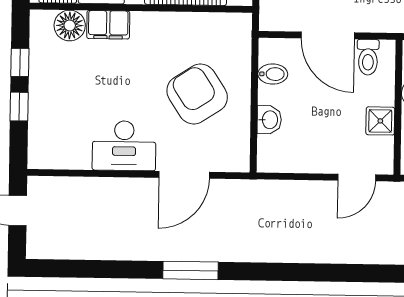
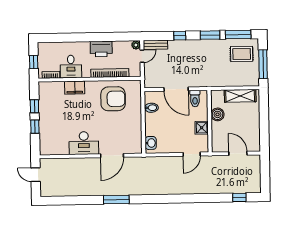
floor lamp: (70, 25) -> (57, 88), removed
armchair: (197, 94) -> (113, 99), moved, turned 123
washbasin: (269, 120) -> (151, 143), moved

